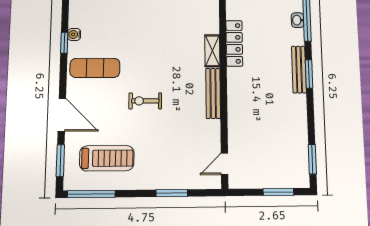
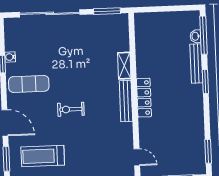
locker: (234, 43) -> (144, 98), moved
bench: (299, 70) -> (196, 63), moved
treadmill: (107, 158) -> (43, 156), turned 180
door: (225, 164) -> (137, 157), swing flipped

